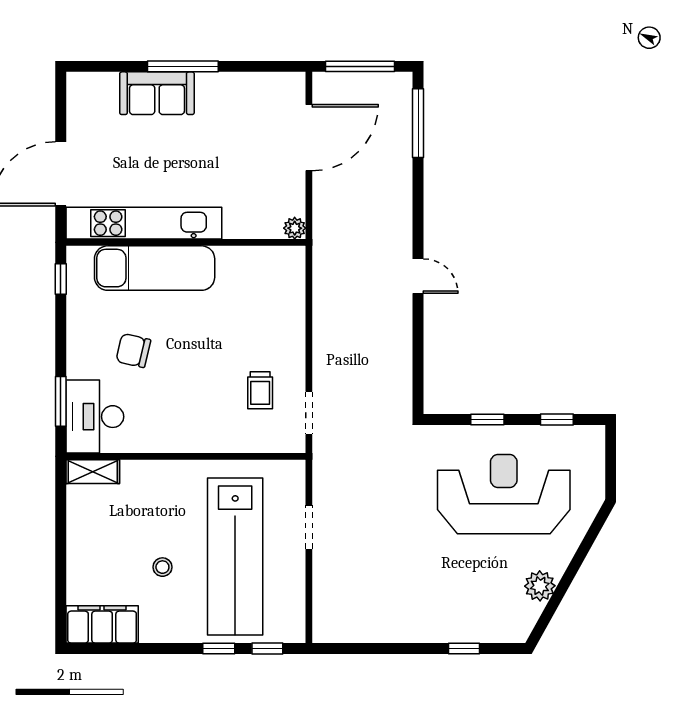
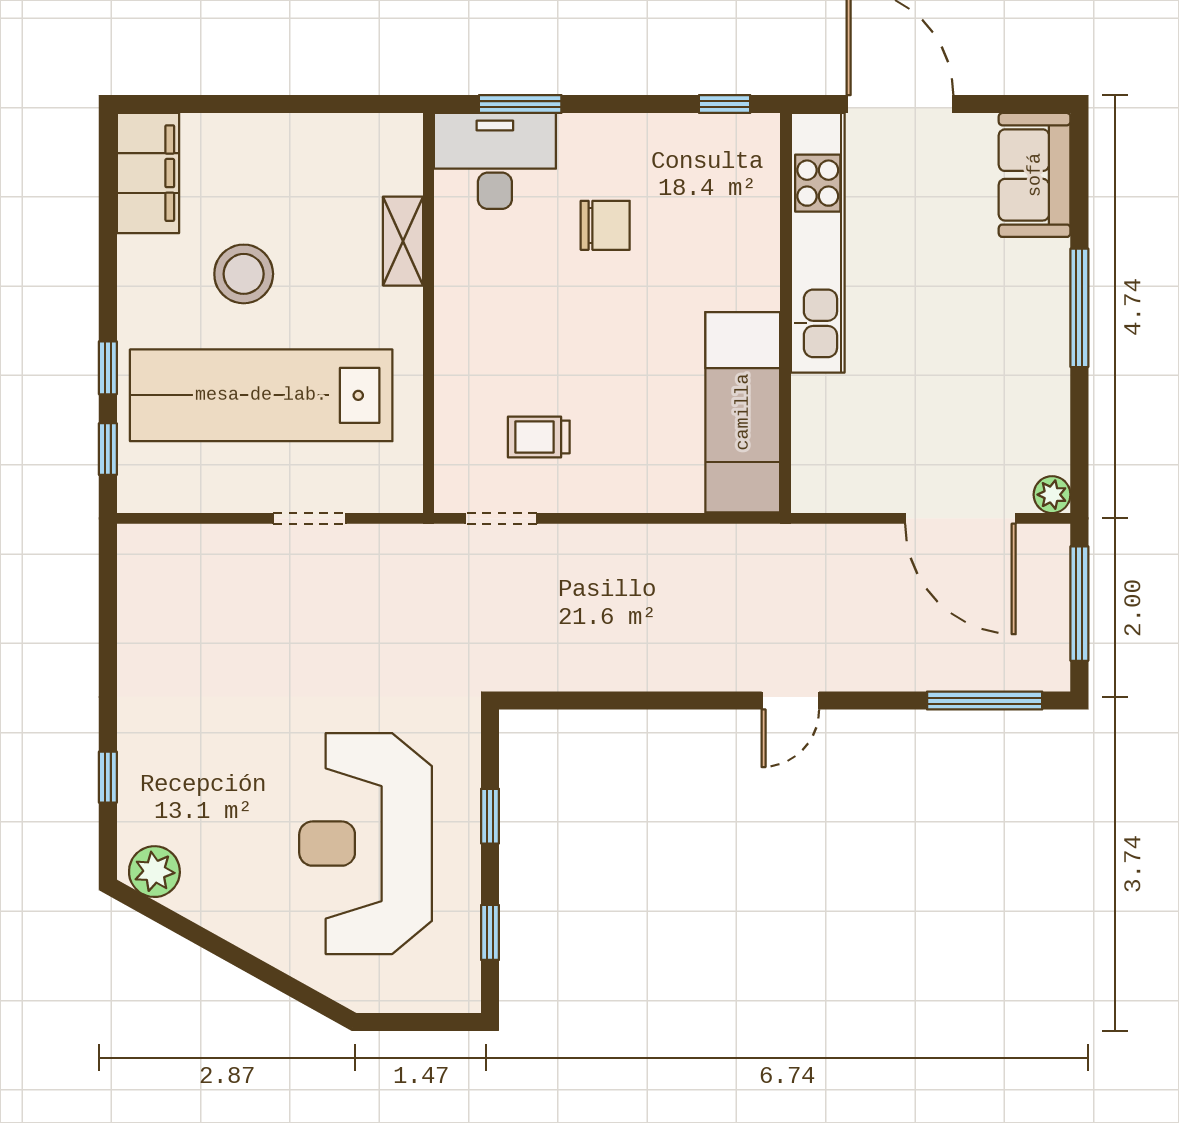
sofa: (157, 93) -> (1035, 175), moved
plant: (295, 228) -> (1052, 495), moved
exam couch: (155, 268) -> (743, 412), moved
door: (418, 276) -> (790, 701), moved
chair: (133, 350) -> (605, 225), turned 77
shelving: (93, 472) -> (403, 241), moved
reception desk: (504, 494) -> (366, 844), turned 180
stool: (162, 567) -> (244, 274), width x1.89, depth x1.89
plant: (540, 586) -> (154, 872), moved

